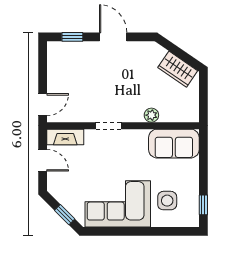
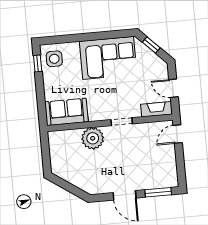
window: (72, 37) -> (158, 192), width x1.50
wardrobe: (178, 69) -> (69, 173), removed
plant: (151, 115) -> (93, 138), width x1.88, depth x1.88
side table: (167, 201) -> (54, 59), moved

